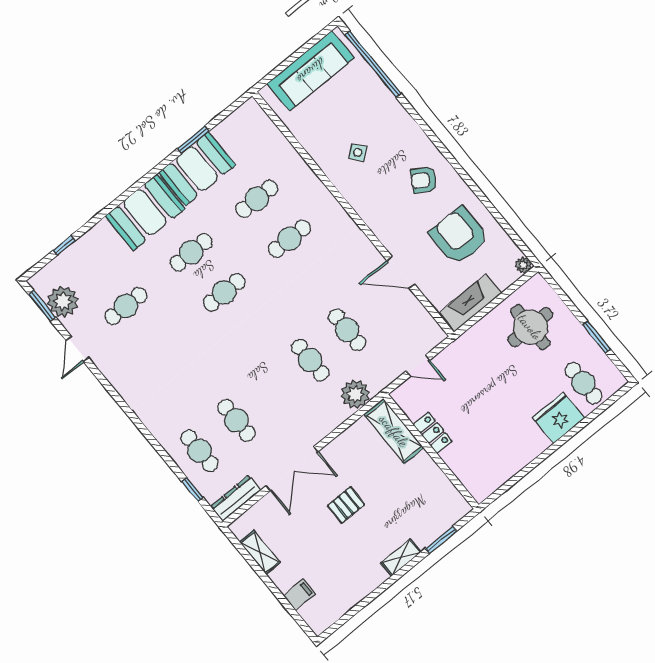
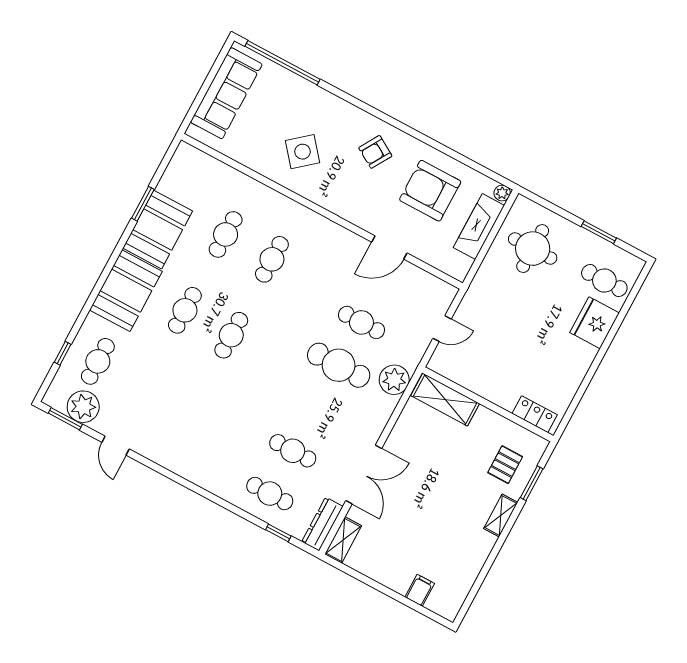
side table: (358, 152) -> (302, 152), width x1.87, depth x1.87
fireplace: (470, 303) -> (479, 226), moved
cafe table: (126, 306) -> (98, 361), moved
cafe table: (310, 360) -> (339, 365), width x1.37, depth x1.35
locker: (433, 433) -> (535, 414), moved
pallet: (346, 505) -> (505, 465), moved
shelving: (260, 552) -> (343, 540), moved, turned 90

